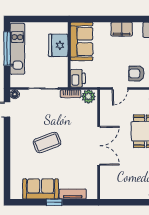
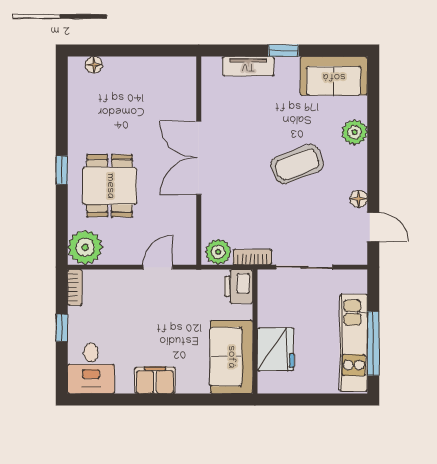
armchair: (136, 73) -> (127, 296), removed
floor lamp: (15, 94) -> (359, 199), moved
plant: (17, 159) -> (355, 132), added
sofa: (41, 189) -> (334, 76), moved

